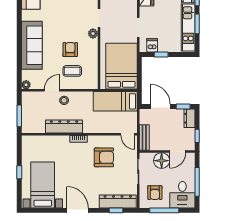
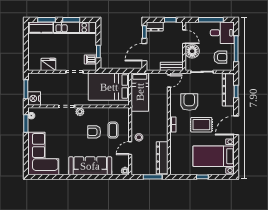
door: (52, 90) -> (130, 148), hinge flipped
dresser: (64, 127) -> (162, 158), moved
rug: (78, 171) -> (201, 125), added

